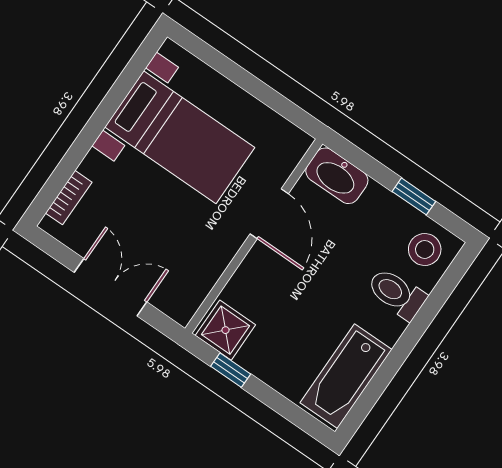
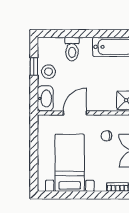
chair: (183, 244) -> (106, 136), added
stool: (425, 249) -> (48, 72), moved

